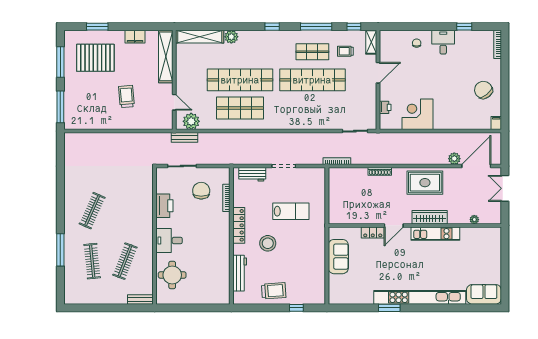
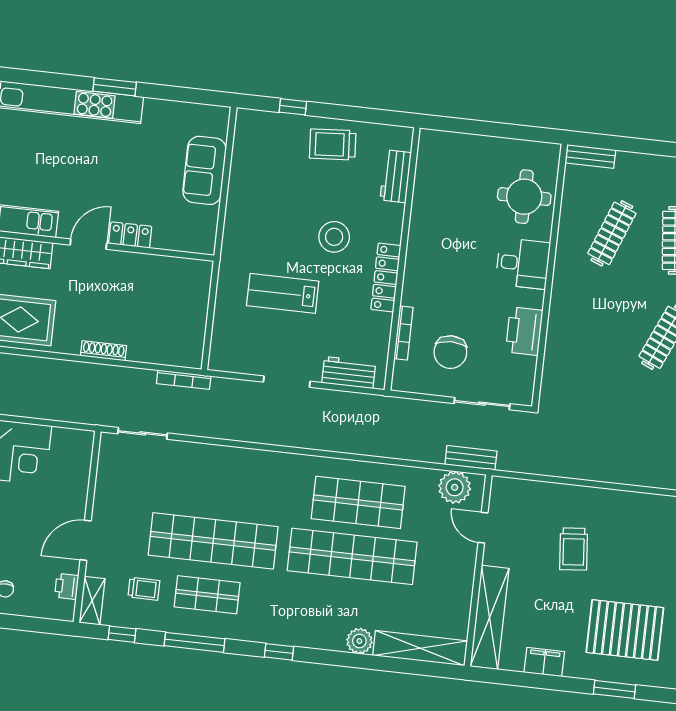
printer: (385, 107) -> (67, 586), moved
sofa: (338, 257) -> (205, 170), moved
workbench: (240, 273) -> (396, 176), width x0.73

